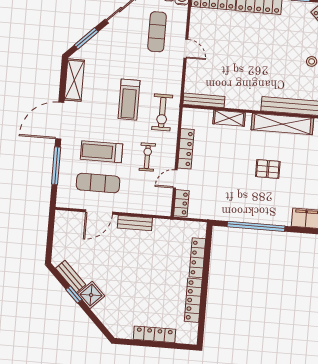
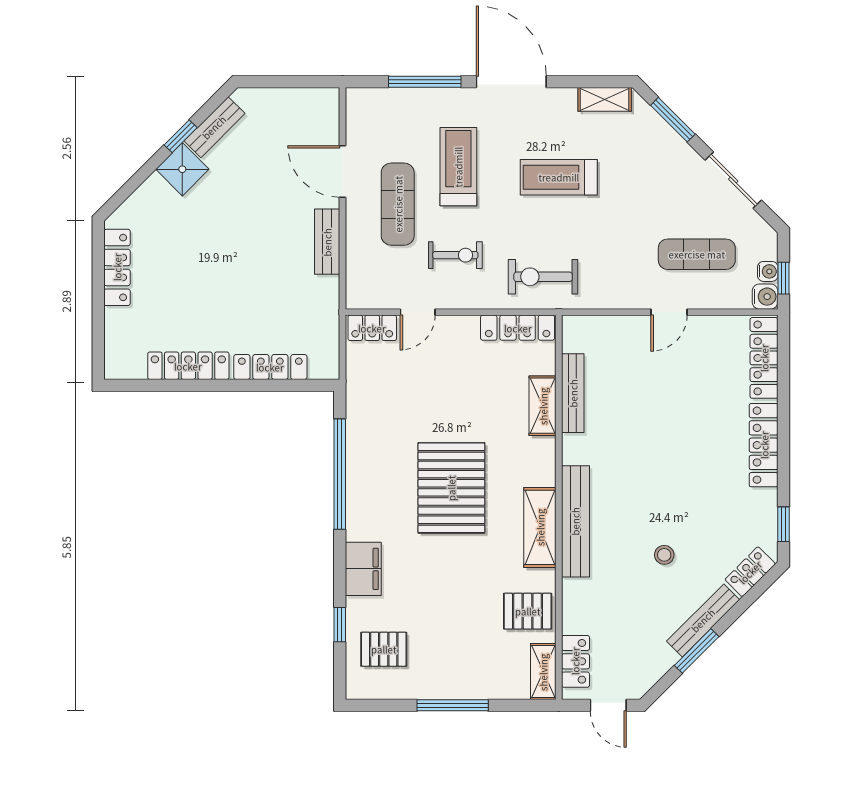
shelving: (74, 80) -> (605, 99), width x0.67, depth x0.75
treadmill: (129, 100) -> (559, 177), moved
bench: (204, 100) -> (573, 393), moved
shelving: (282, 124) -> (540, 527), width x0.68
locker: (186, 149) -> (518, 328), moved
pallet: (268, 169) -> (451, 488), width x2.05, depth x2.00
door: (175, 179) -> (418, 312), swing flipped
exercise mat: (98, 183) -> (398, 204), moved
locker: (154, 334) -> (117, 267), moved

